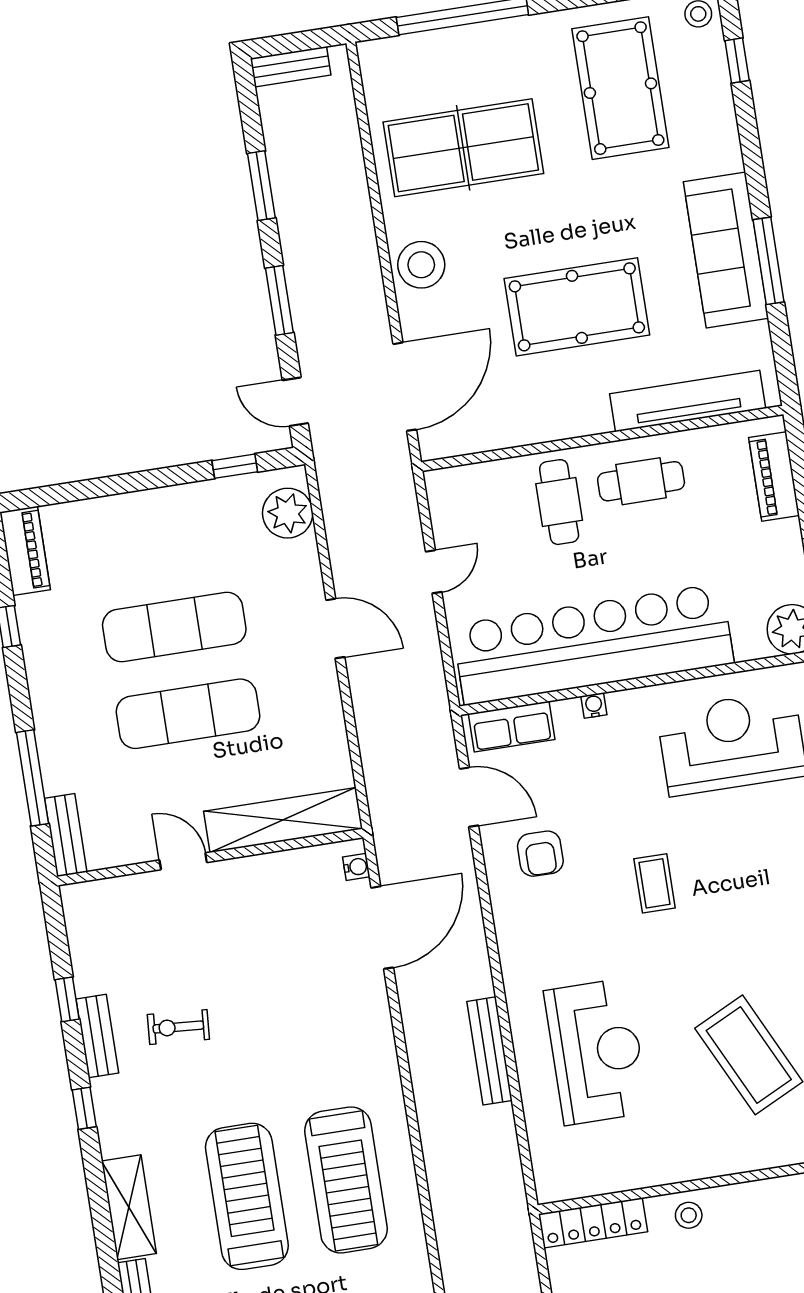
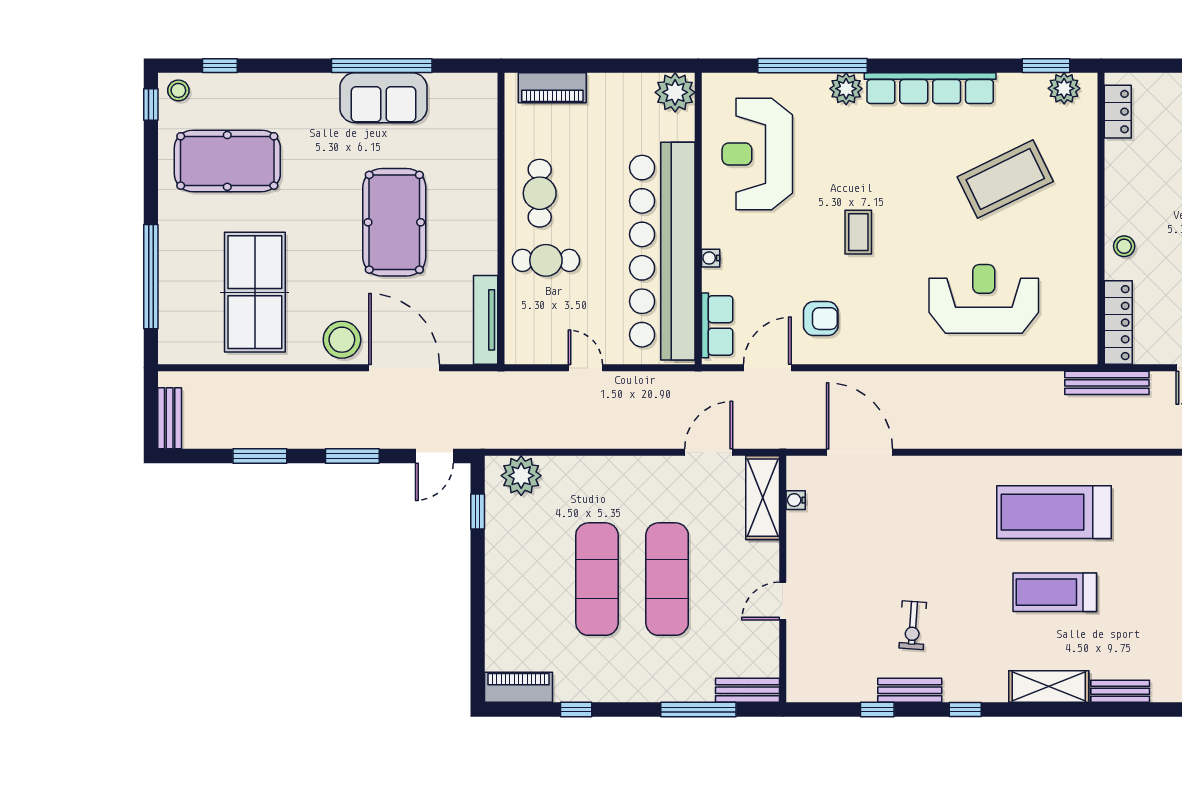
sofa: (726, 250) -> (383, 98), width x0.73
window: (768, 261) -> (382, 66), width x1.46
door: (405, 387) -> (404, 368), moved
tv unit: (688, 401) -> (486, 320), moved, width x0.73, depth x0.78
door: (335, 629) -> (709, 452), moved
shelving: (283, 820) -> (763, 498), width x0.68
water cooler: (356, 867) -> (796, 500), moved, turned -90
coffee table: (655, 883) -> (858, 232), turned 90
bench: (490, 1051) -> (1107, 383), moved
treadmill: (346, 1180) -> (1054, 512), turned 180
treadmill: (247, 1196) -> (1055, 592), width x0.73, depth x0.73

